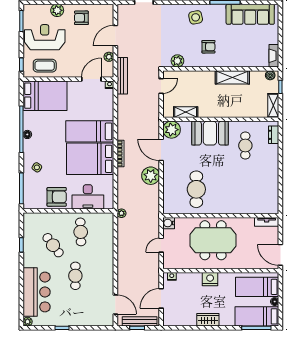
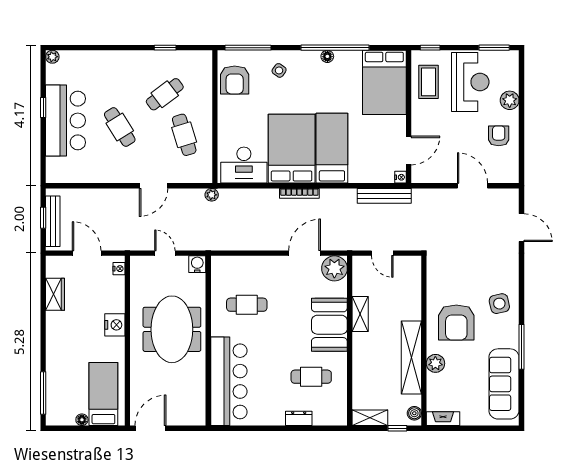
armchair: (208, 47) -> (456, 323), width x1.88, depth x1.88
plant: (109, 57) -> (441, 176), removed
plant: (177, 61) -> (435, 363), moved
bench: (122, 76) -> (384, 196), moved
shelving: (232, 77) -> (411, 357), width x1.47
door: (91, 79) -> (409, 150), hinge flipped
door: (161, 86) -> (382, 253), moved
shelving: (186, 112) -> (360, 314), moved
dresser: (274, 135) -> (299, 418), moved
plant: (151, 176) -> (267, 238), removed
cafe table: (196, 189) -> (247, 305), width x0.73, depth x0.74
armchair: (57, 197) -> (235, 80), moved
desk: (88, 197) -> (244, 165), moved, turned -90
bar counter: (248, 202) -> (229, 381), added
tv unit: (267, 222) -> (199, 408), removed
cafe table: (81, 232) -> (184, 135), turned 75
cafe table: (75, 276) -> (120, 127), turned 58
bar counter: (37, 292) -> (66, 120), moved, turned -90
door: (115, 305) -> (154, 186), moved
bed: (257, 316) -> (60, 394), removed
wardrobe: (208, 320) -> (55, 294), moved

